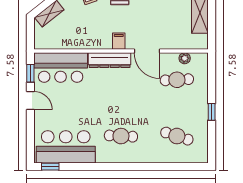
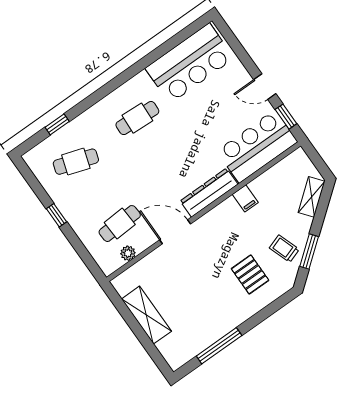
filing cabinet: (119, 41) -> (245, 198), moved
window: (50, 167) -> (57, 124), moved

